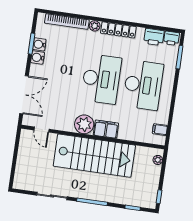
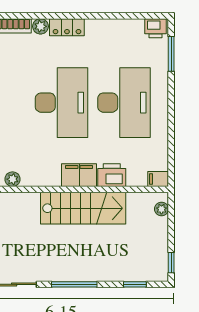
locker: (118, 30) -> (67, 27), width x0.66
printer: (154, 37) -> (112, 175), moved, turned 180
plant: (84, 124) -> (13, 179), moved, width x0.53, depth x0.53
filing cabinet: (160, 130) -> (158, 179), moved
stairs: (94, 156) -> (83, 208), width x0.73, depth x0.66

